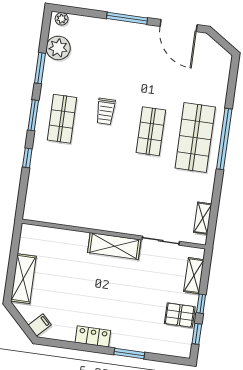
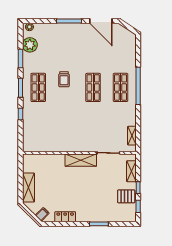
shop shelf: (195, 138) -> (121, 87), width x0.70, depth x0.74
locker: (93, 336) -> (65, 217), moved

